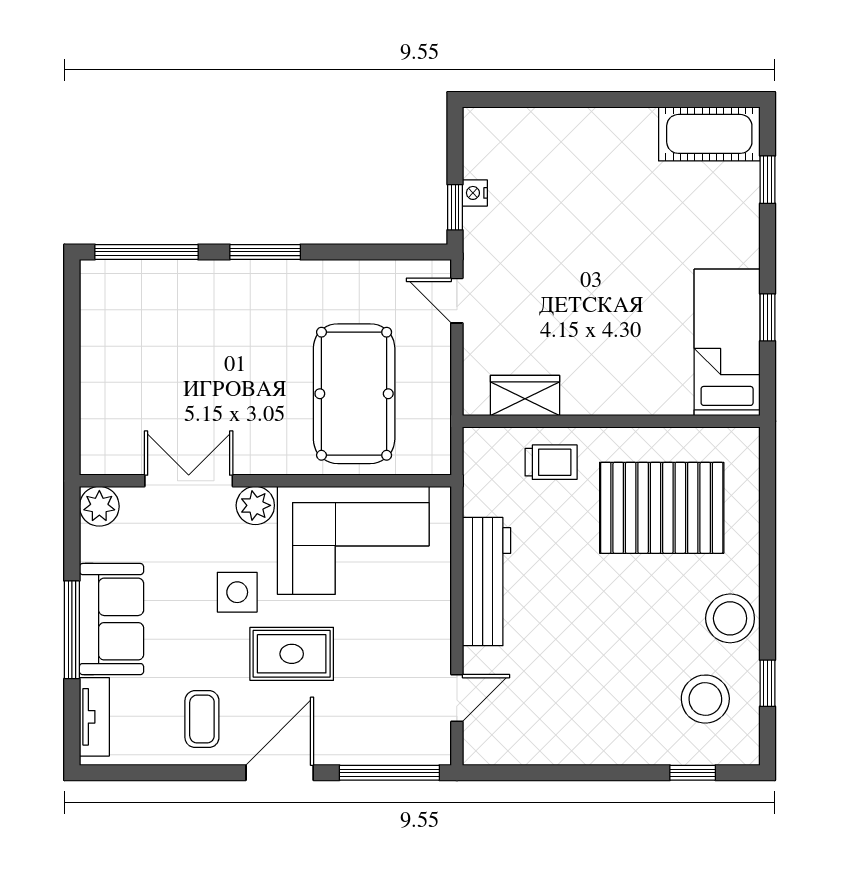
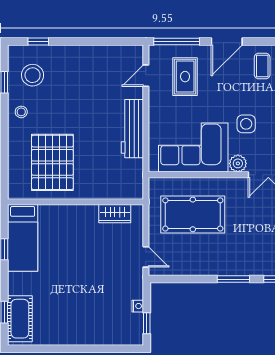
cot: (709, 134) -> (20, 319), moved, turned 90
window: (455, 207) -> (147, 323), moved
pool table: (354, 394) -> (193, 214), turned 90
trolley: (551, 462) -> (103, 183), removed
pallet: (662, 508) -> (52, 162), turned 90
stool: (730, 618) -> (21, 112), width x0.53, depth x0.53
rug: (292, 654) -> (185, 77), moved, turned 90

